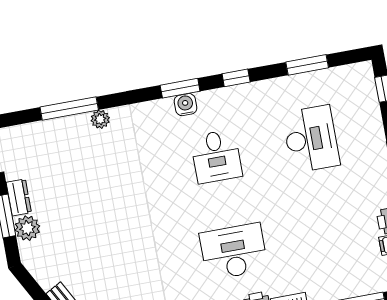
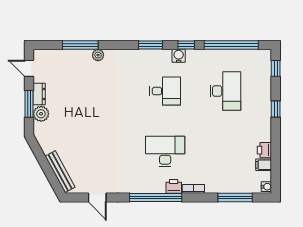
window: (307, 65) -> (231, 45), width x2.11
water cooler: (186, 105) -> (179, 56), moved
desk: (216, 156) -> (165, 91), turned -90

